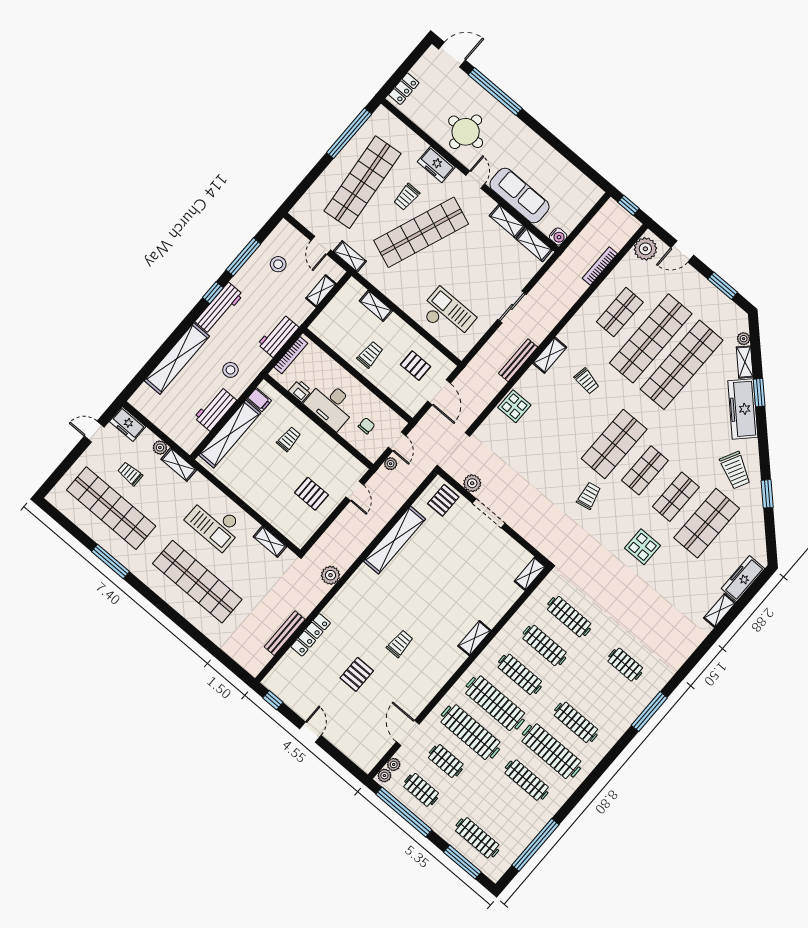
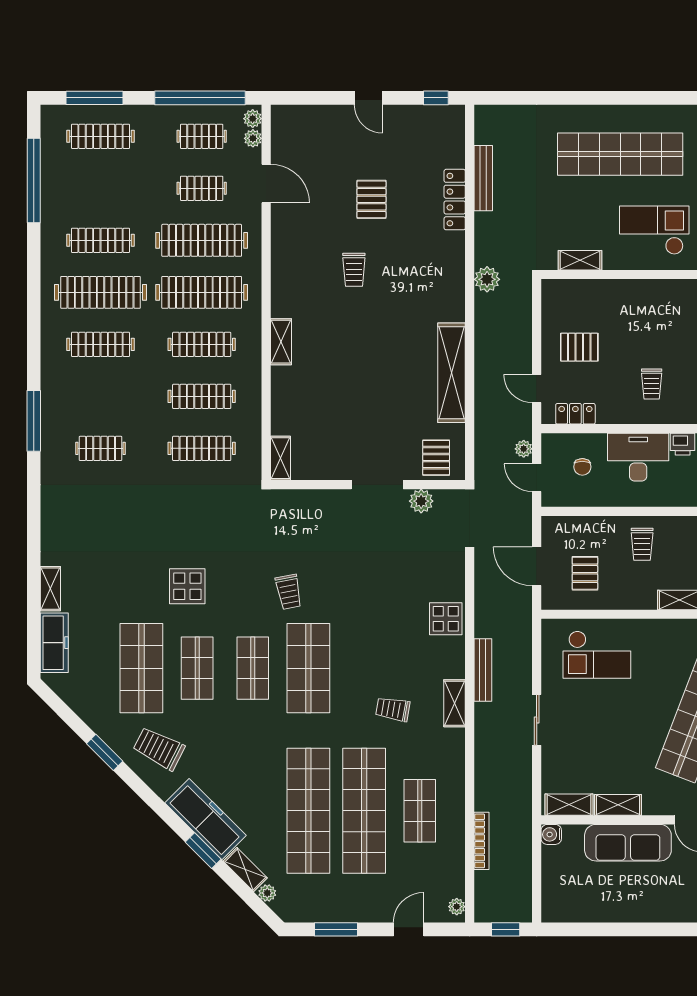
plant: (645, 249) -> (457, 907), width x0.53, depth x0.53
pallet: (416, 366) -> (585, 573), turned 90
locker: (345, 459) -> (575, 414), added

